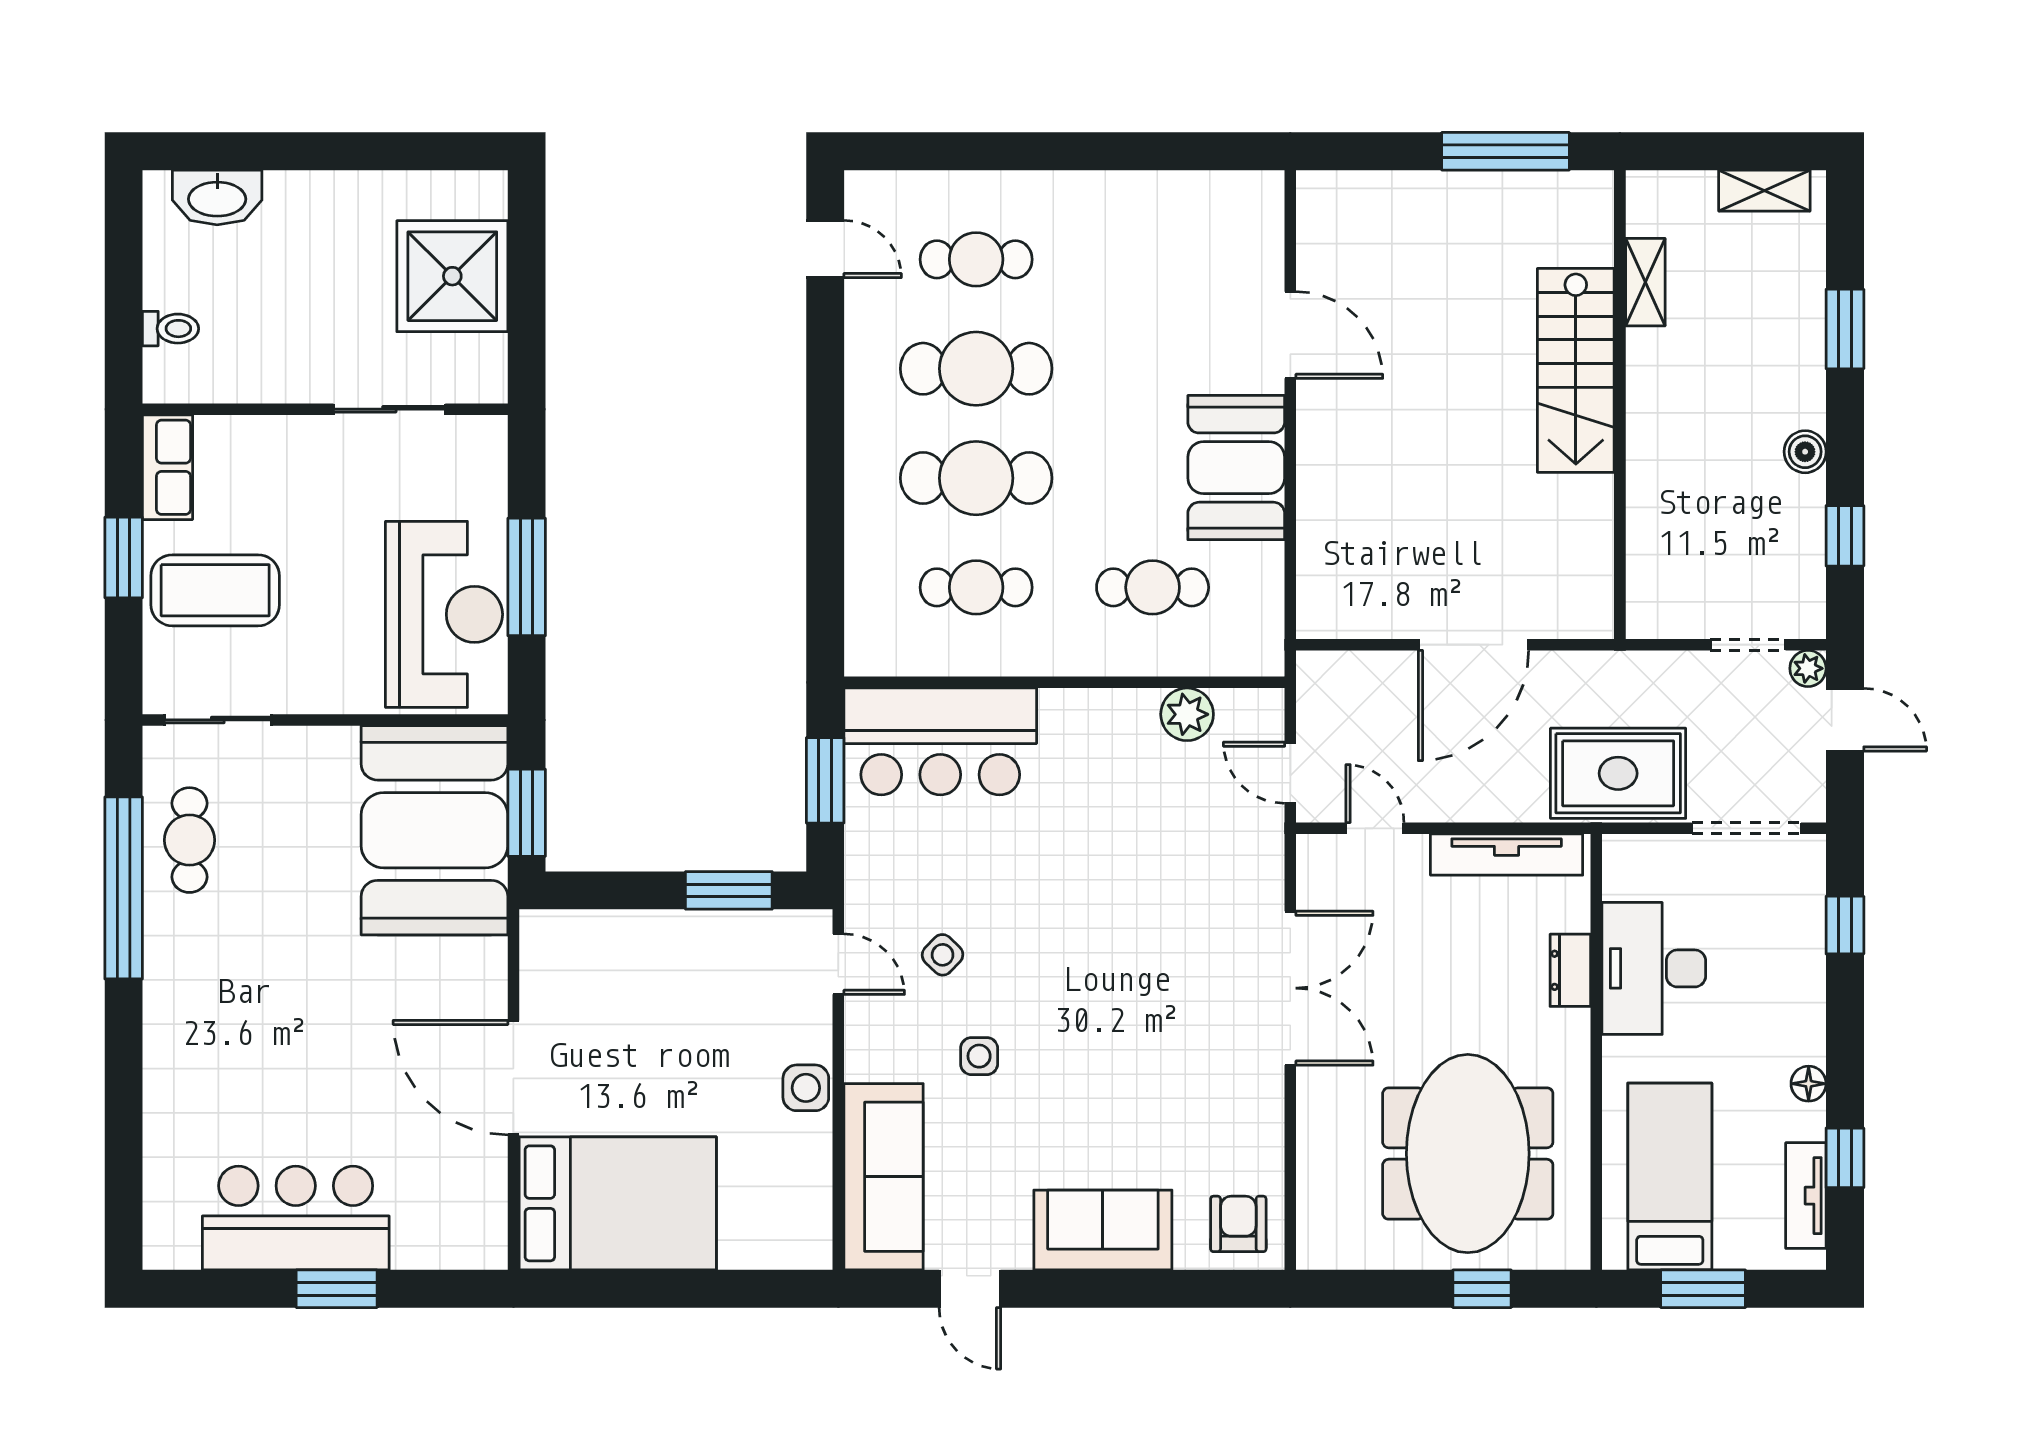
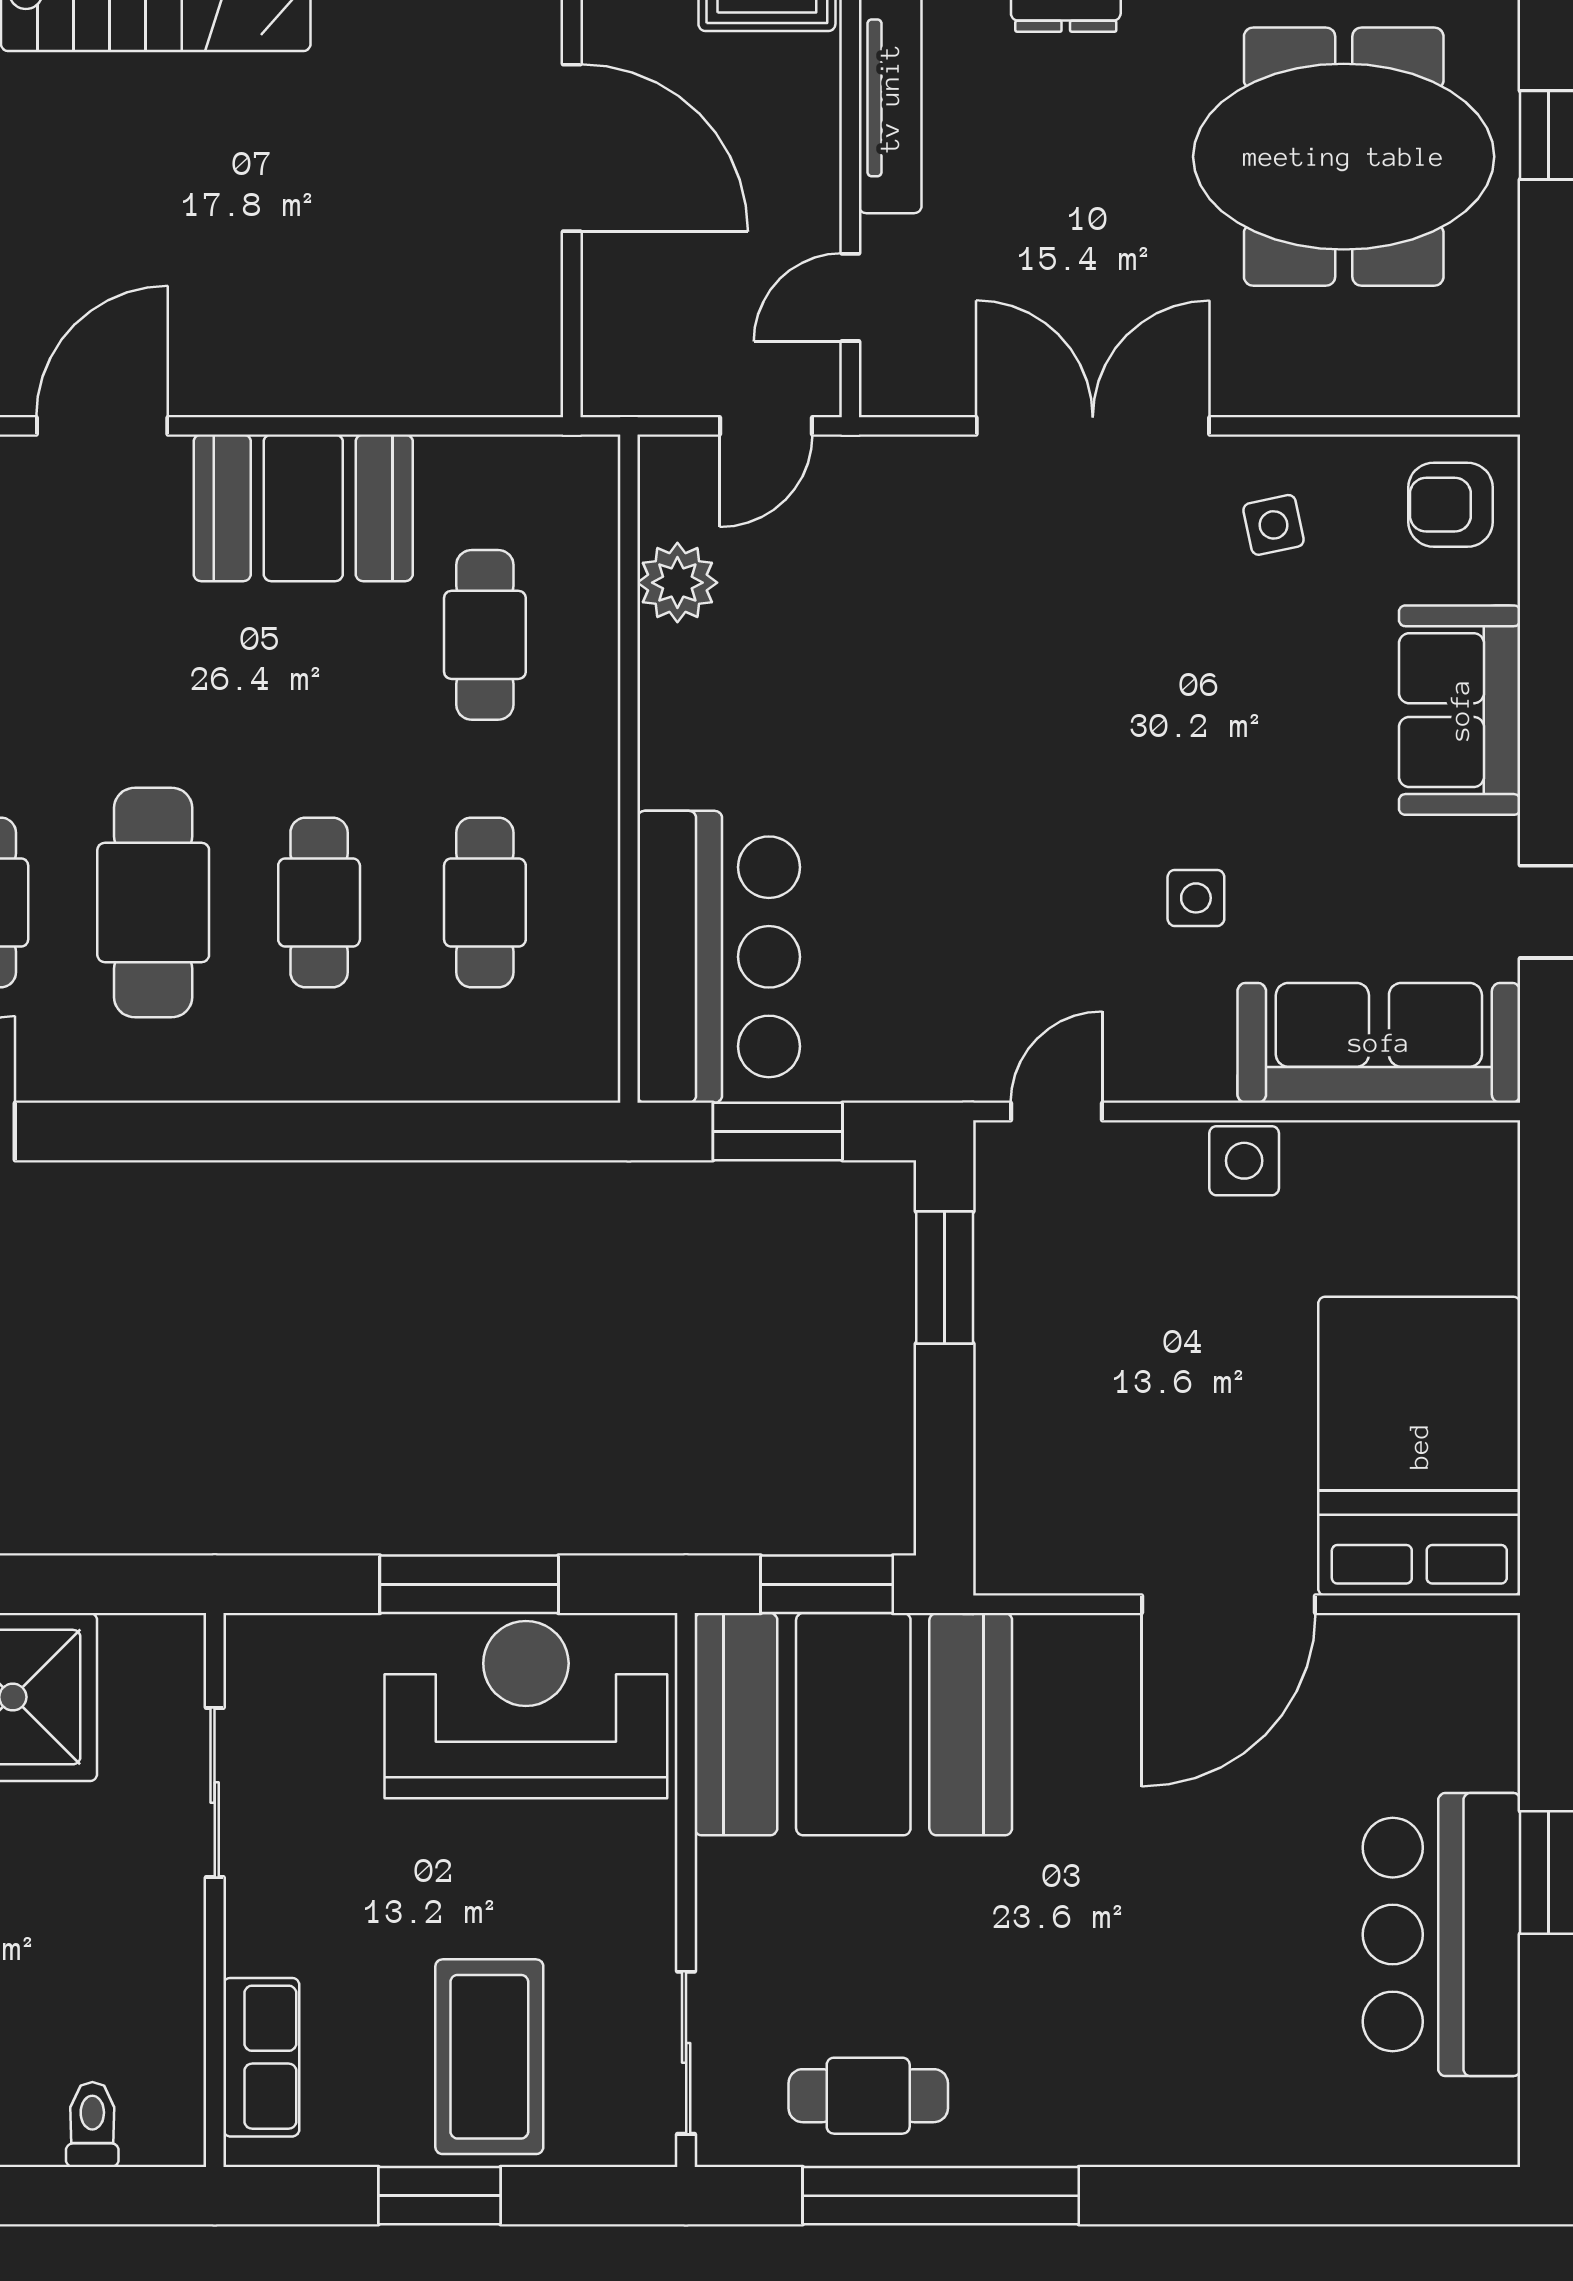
row of seats: (167, 467) -> (261, 2057), moved, turned 90
cafe table: (976, 478) -> (319, 902), width x0.73, depth x0.74
side table: (943, 955) -> (1274, 525), moved, turned 34

